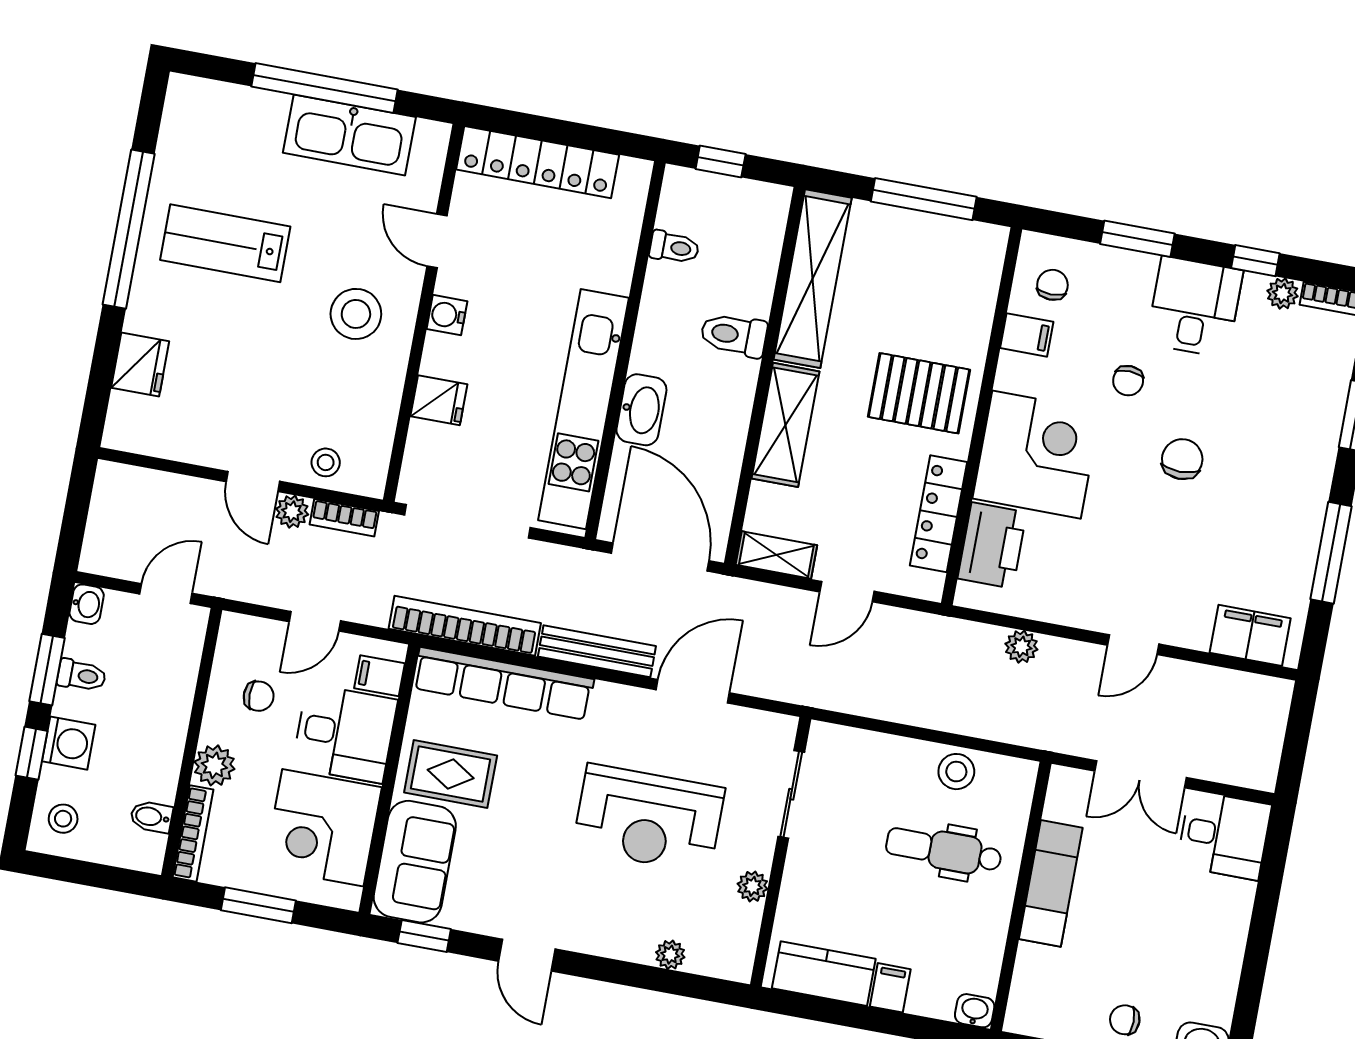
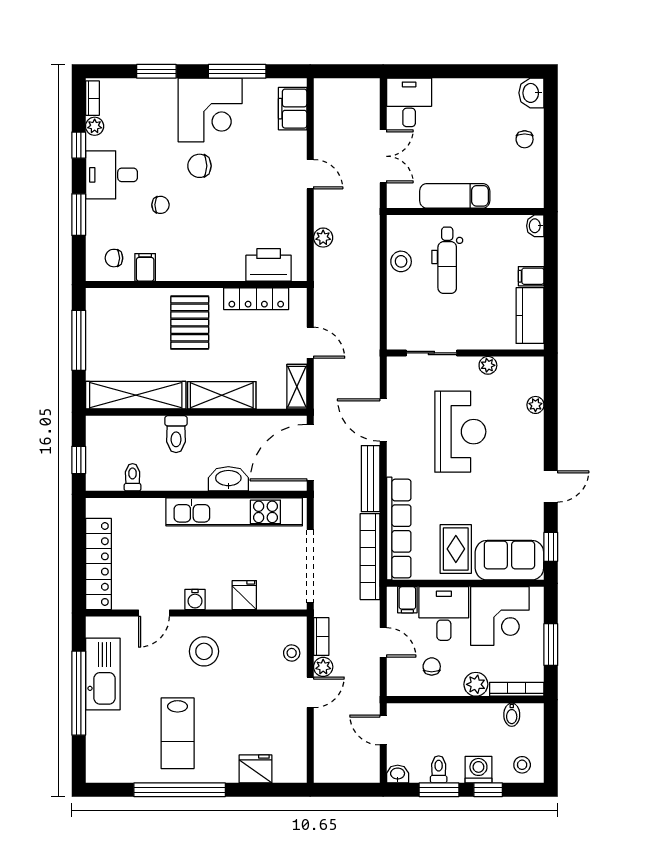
corner desk: (1037, 455) -> (210, 110), moved, turned 180

